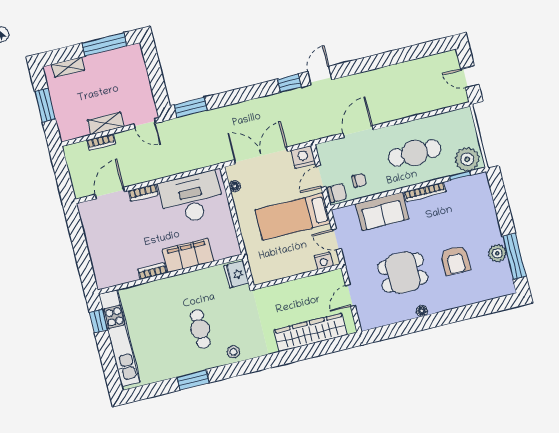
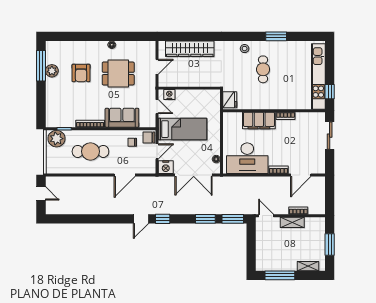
window: (229, 98) -> (205, 219), added
sliding door: (83, 259) -> (330, 136), added
armchair: (455, 260) -> (81, 73), turned 180

